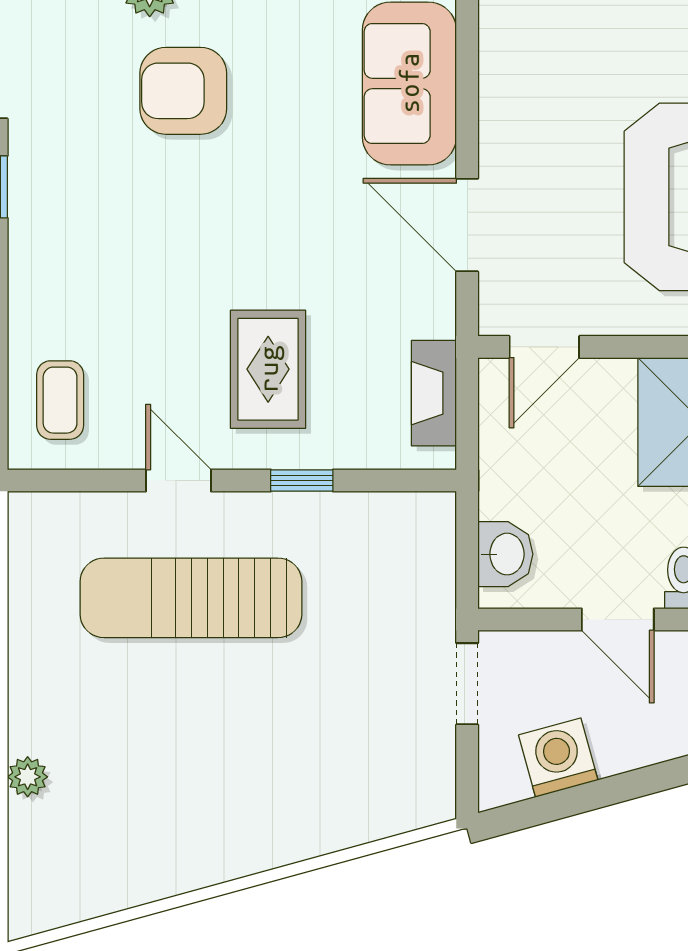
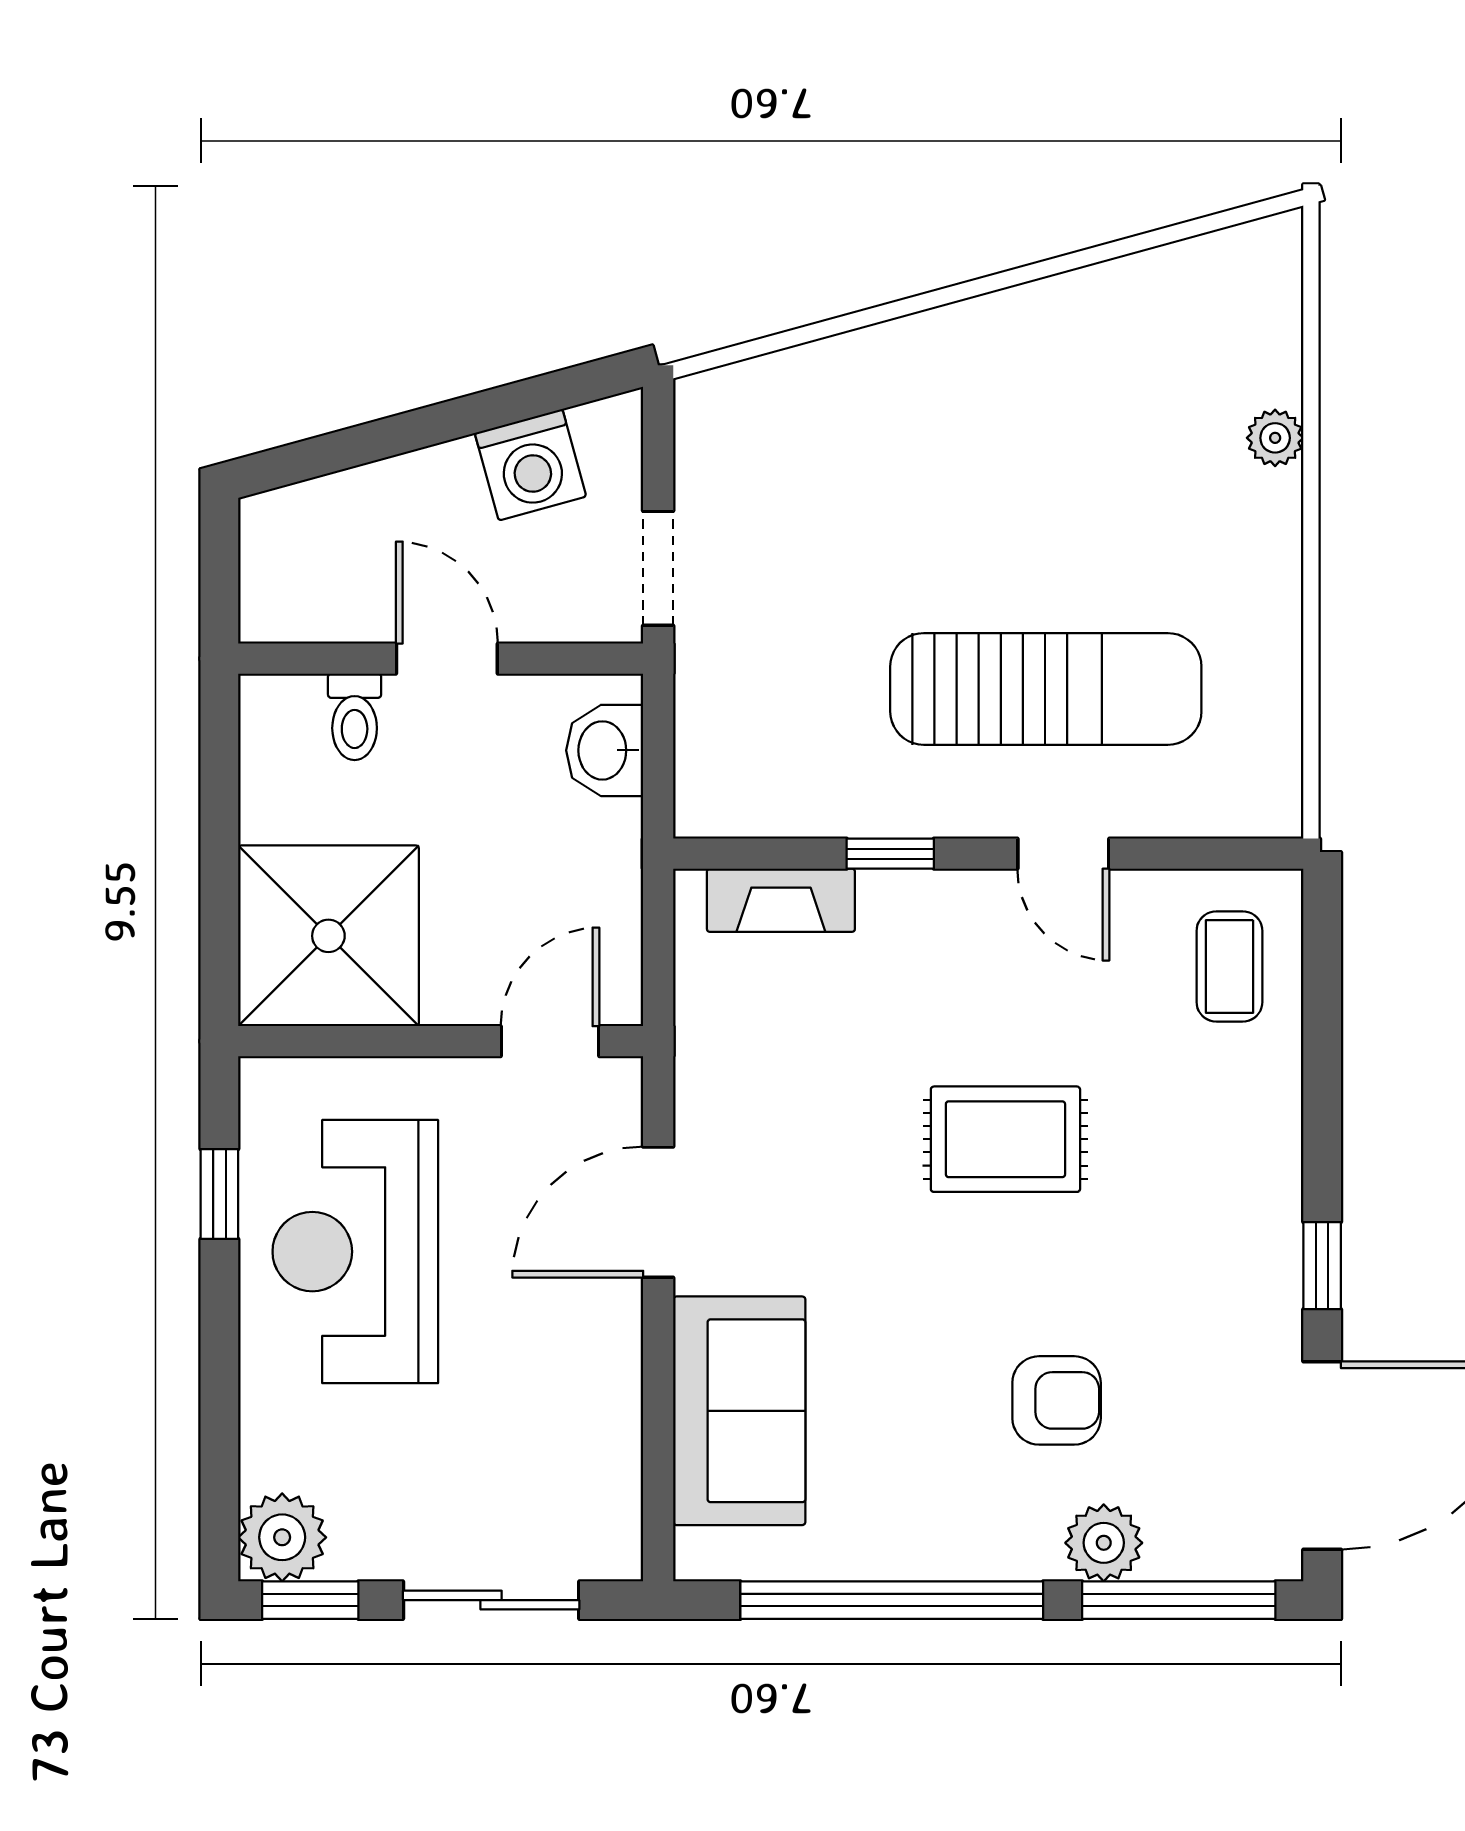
armchair: (183, 91) -> (1057, 1400), width x0.72, depth x0.72
door: (467, 225) -> (658, 1212), swing flipped
rug: (268, 369) -> (1005, 1139), moved, turned 90
fireplace: (434, 393) -> (781, 900), moved, turned 90

